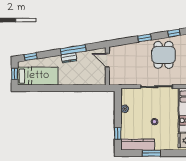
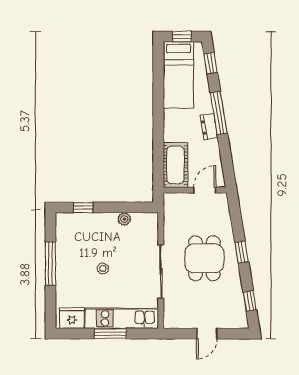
window: (73, 50) -> (219, 113), moved
dining table: (163, 55) -> (204, 258), moved, turned 90
cot: (92, 78) -> (175, 165), added
kitchen counter: (138, 145) -> (65, 240), removed
window: (152, 153) -> (50, 264), width x1.44

